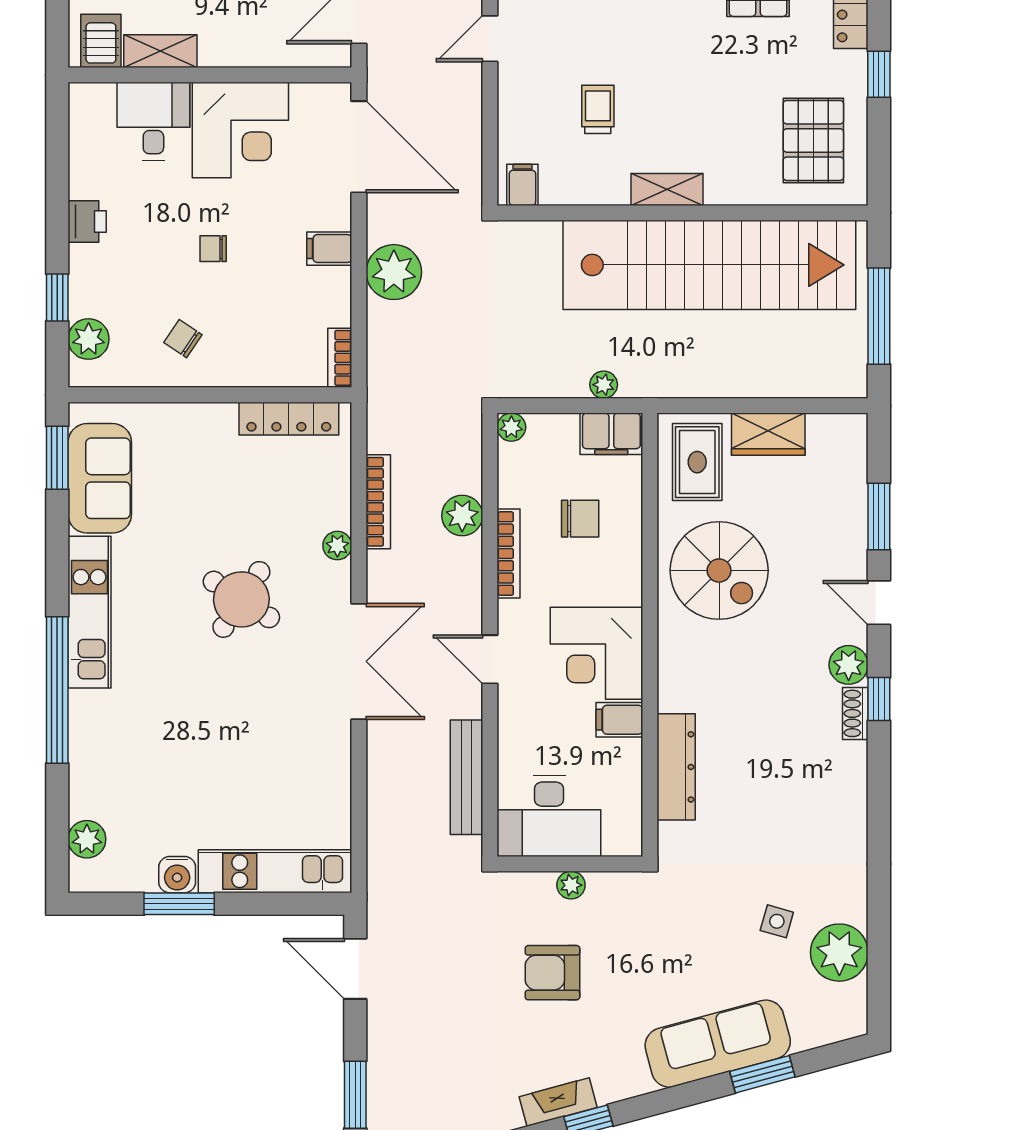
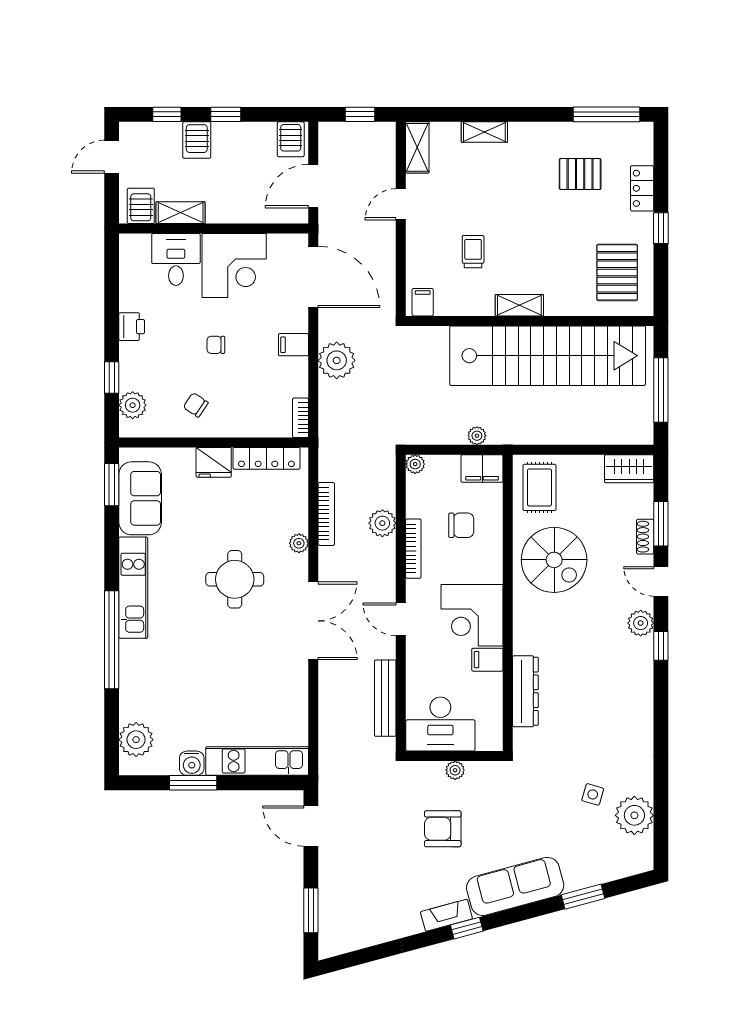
fridge: (210, 425) -> (214, 462), added
wardrobe: (768, 434) -> (629, 469), moved
round table: (241, 599) -> (235, 579), turned -33
shoe rack: (855, 713) -> (645, 537), moved
plant: (87, 839) -> (136, 740), width x1.36, depth x1.36
sofa: (718, 1044) -> (515, 886), moved

